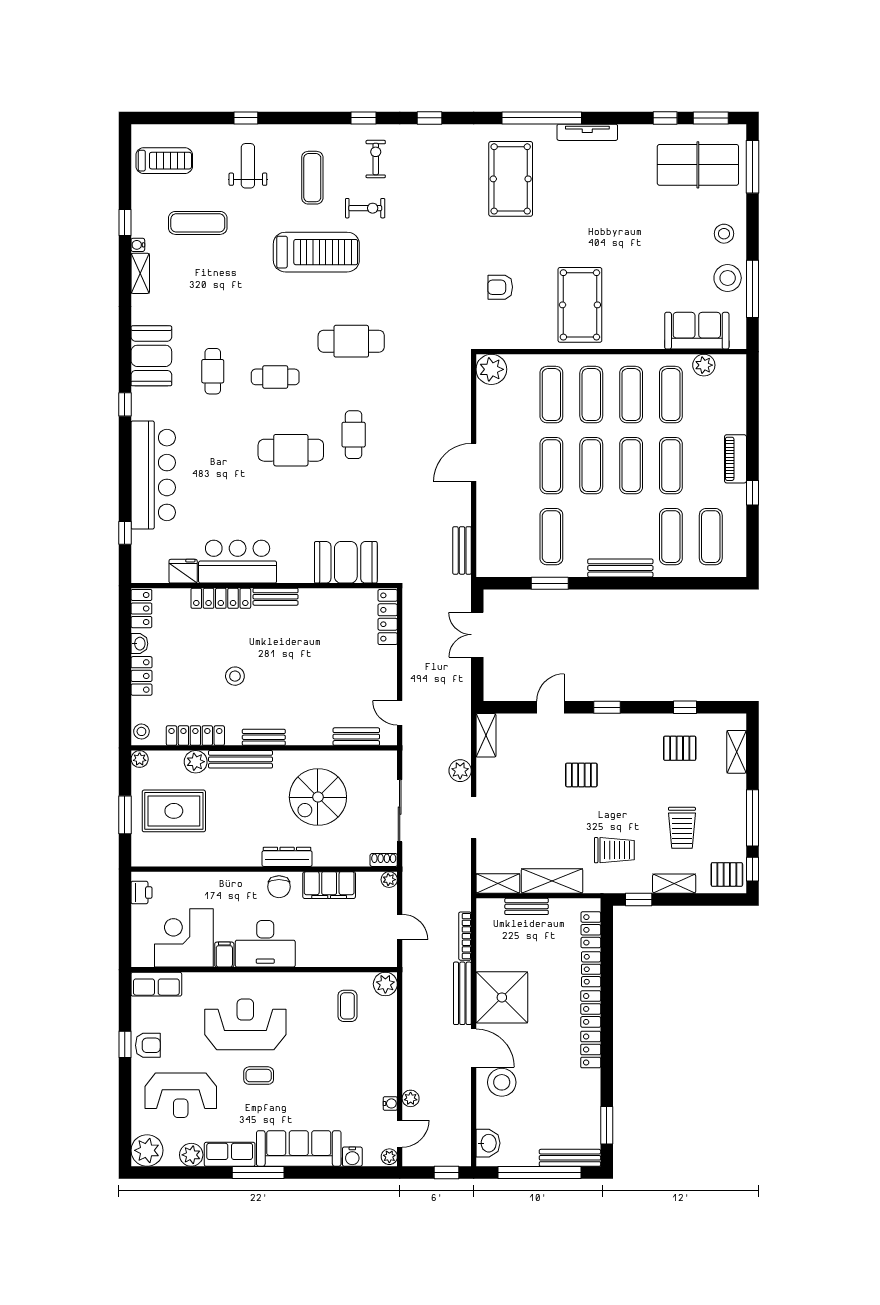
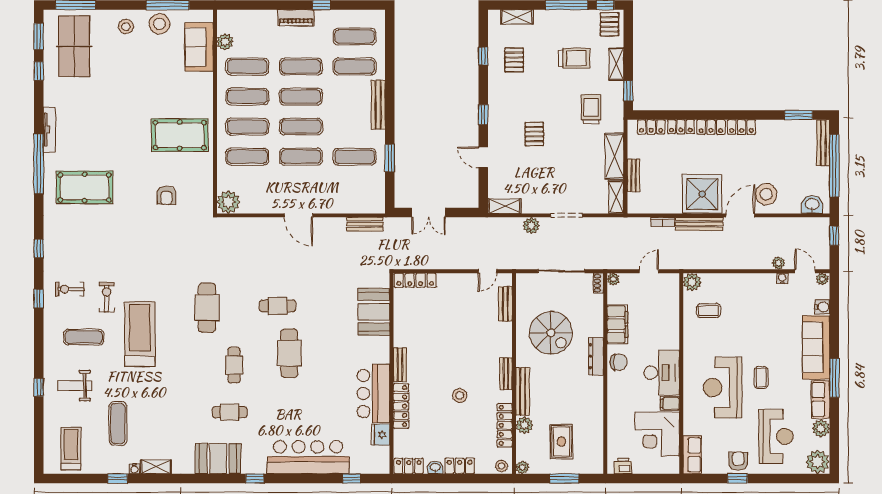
rug: (174, 811) -> (561, 442), width x0.73, depth x0.70
bookcase: (465, 936) -> (662, 222), width x0.64

